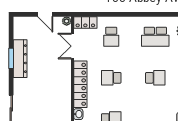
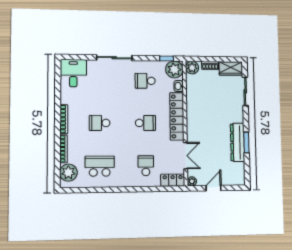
door: (45, 14) -> (214, 188), hinge flipped

